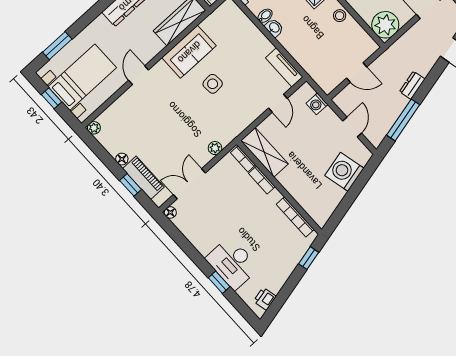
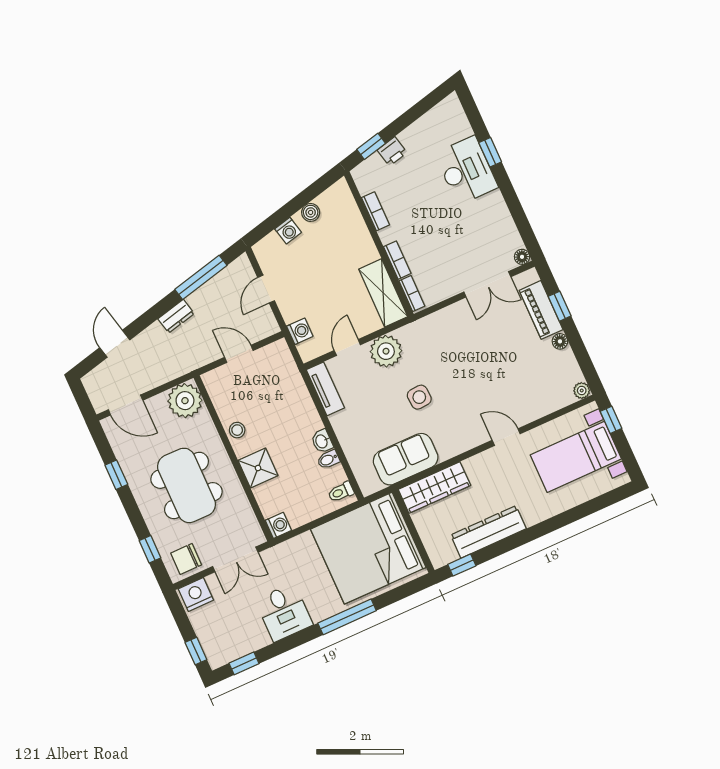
window: (57, 46) -> (594, 505), removed
sofa: (189, 52) -> (406, 459), moved
door: (139, 75) -> (506, 437), swing flipped
window: (52, 98) -> (611, 420), moved
plant: (215, 148) -> (386, 351), moved, width x1.88, depth x1.88
washing machine: (344, 172) -> (288, 231), width x0.53, depth x0.53
boiler: (338, 195) -> (311, 212), added
bookcase: (295, 217) -> (375, 211), width x0.64
printer: (265, 299) -> (392, 151), moved

